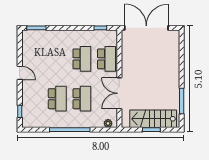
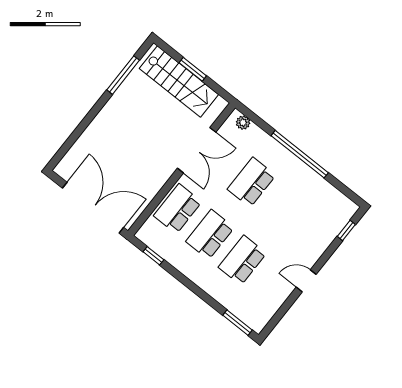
double door: (146, 28) -> (93, 208), swing flipped
door: (20, 73) -> (306, 281), hinge flipped
school desk: (57, 99) -> (242, 260), moved

